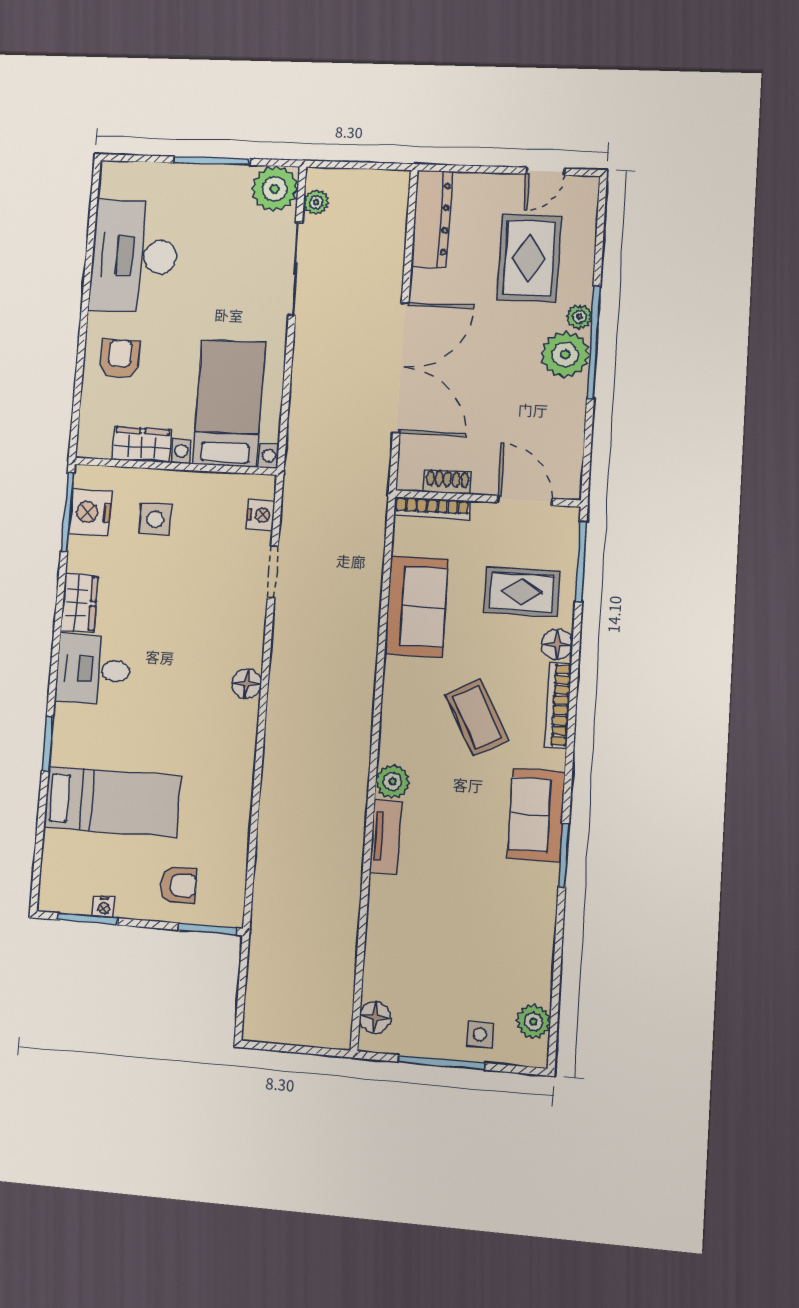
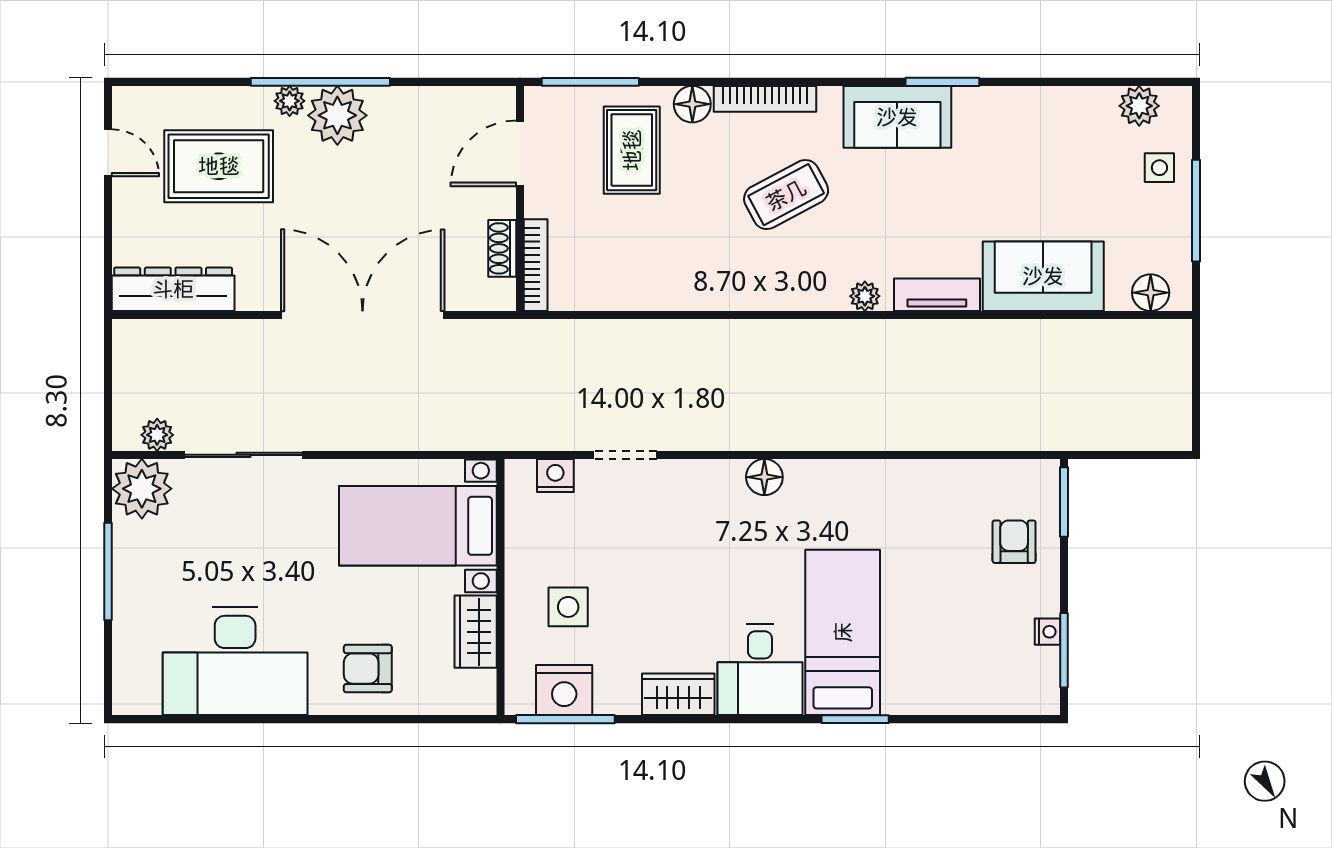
sofa: (416, 606) -> (1043, 276), moved
plant: (393, 782) -> (865, 296), width x0.73, depth x0.73
bed: (112, 802) -> (843, 632), moved

